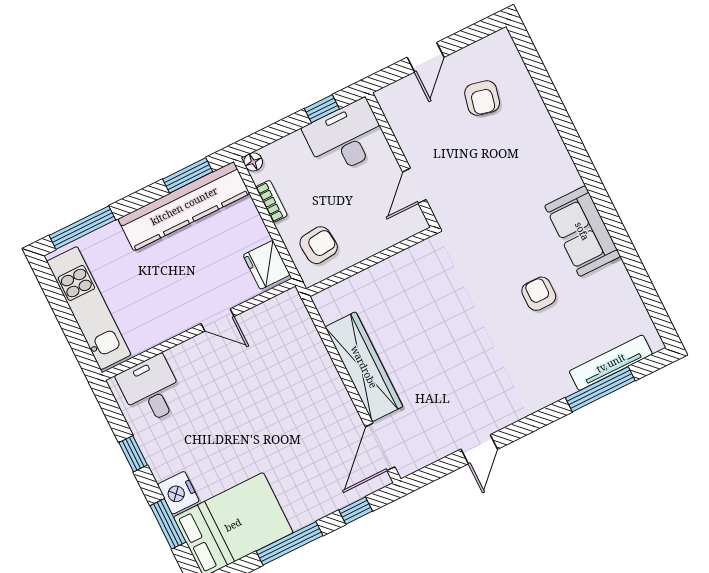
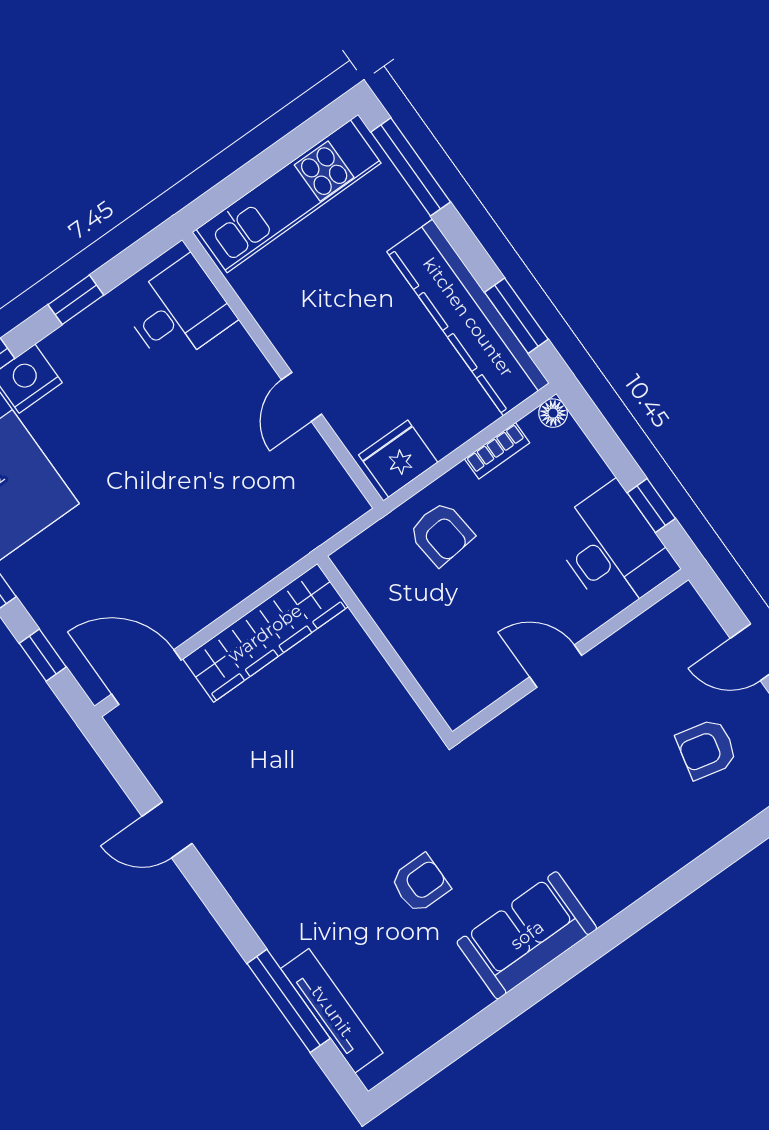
wall: (370, 262) -> (385, 648), moved

